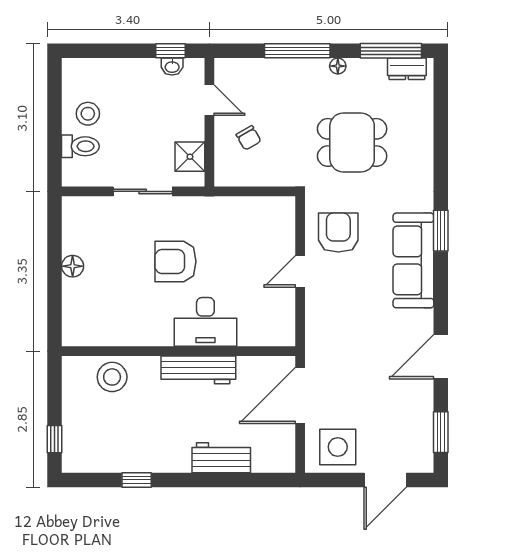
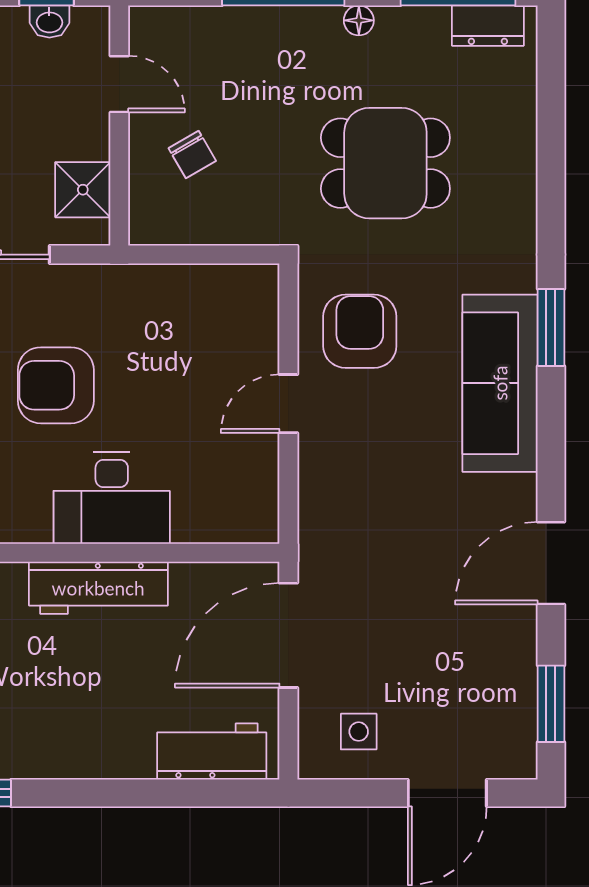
side table: (338, 447) -> (359, 732), width x0.54, depth x0.54
workbench: (221, 458) -> (212, 752), moved

